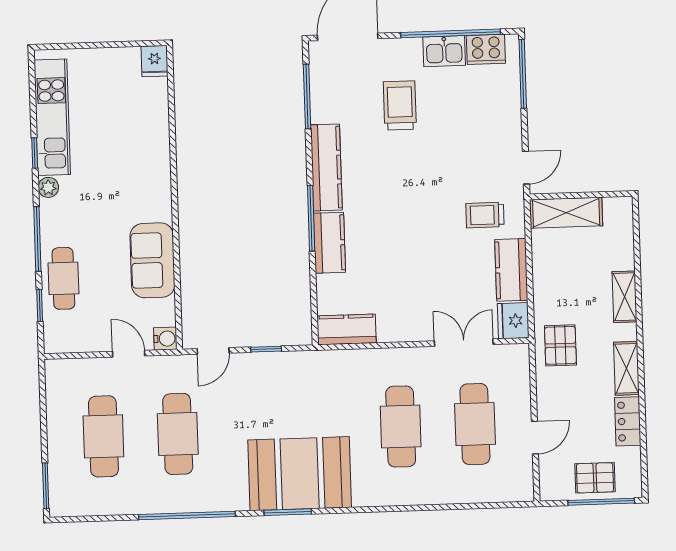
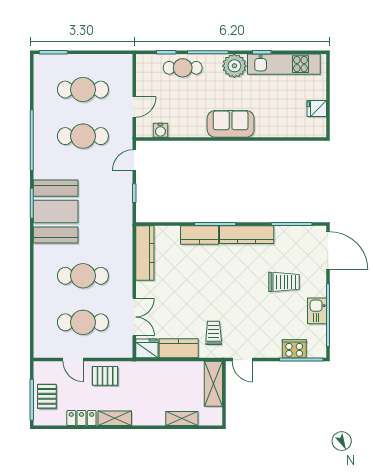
cooker: (486, 49) -> (294, 349), moved, turned 90
fridge: (154, 61) -> (317, 108), moved
plant: (48, 187) -> (234, 66), width x1.87, depth x1.87
sofa: (152, 260) -> (231, 124), moved
shelving: (624, 297) -> (182, 419), moved
kitchen counter: (346, 329) -> (145, 253), width x1.50
water cooler: (165, 339) -> (160, 130), moved
pallet: (560, 345) -> (105, 376), moved
door: (213, 351) -> (134, 160), hinge flipped

